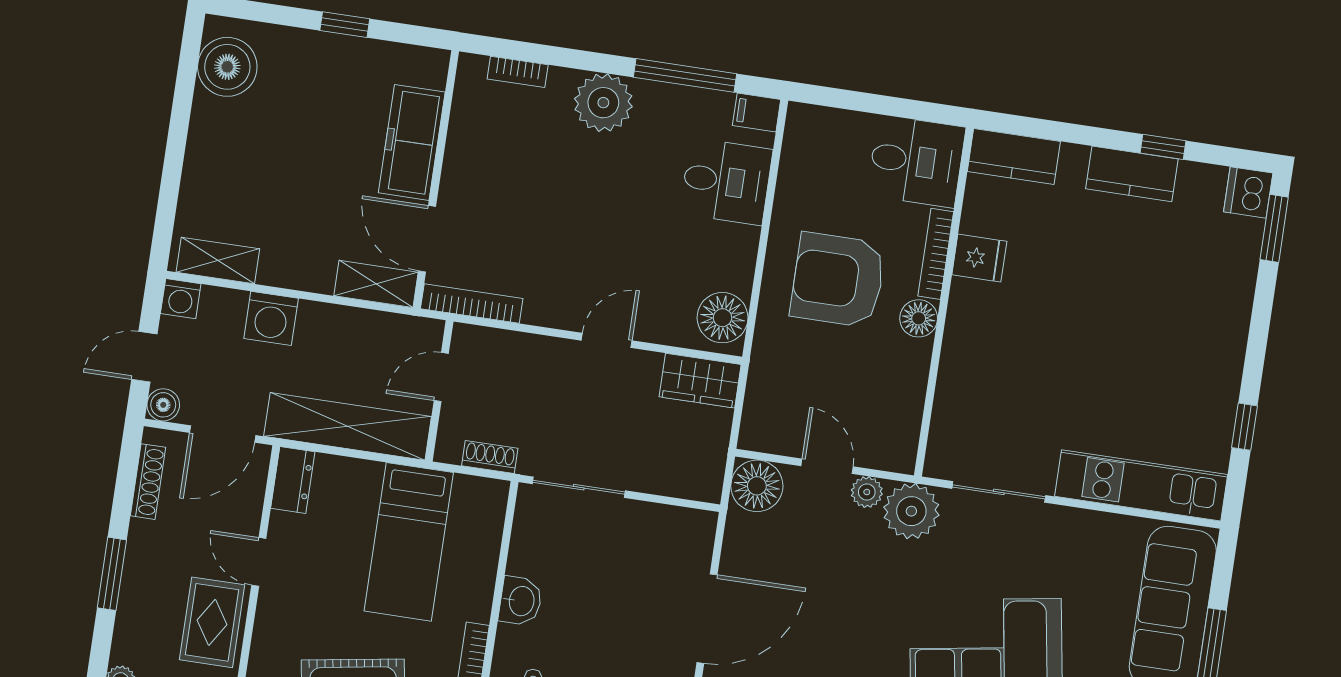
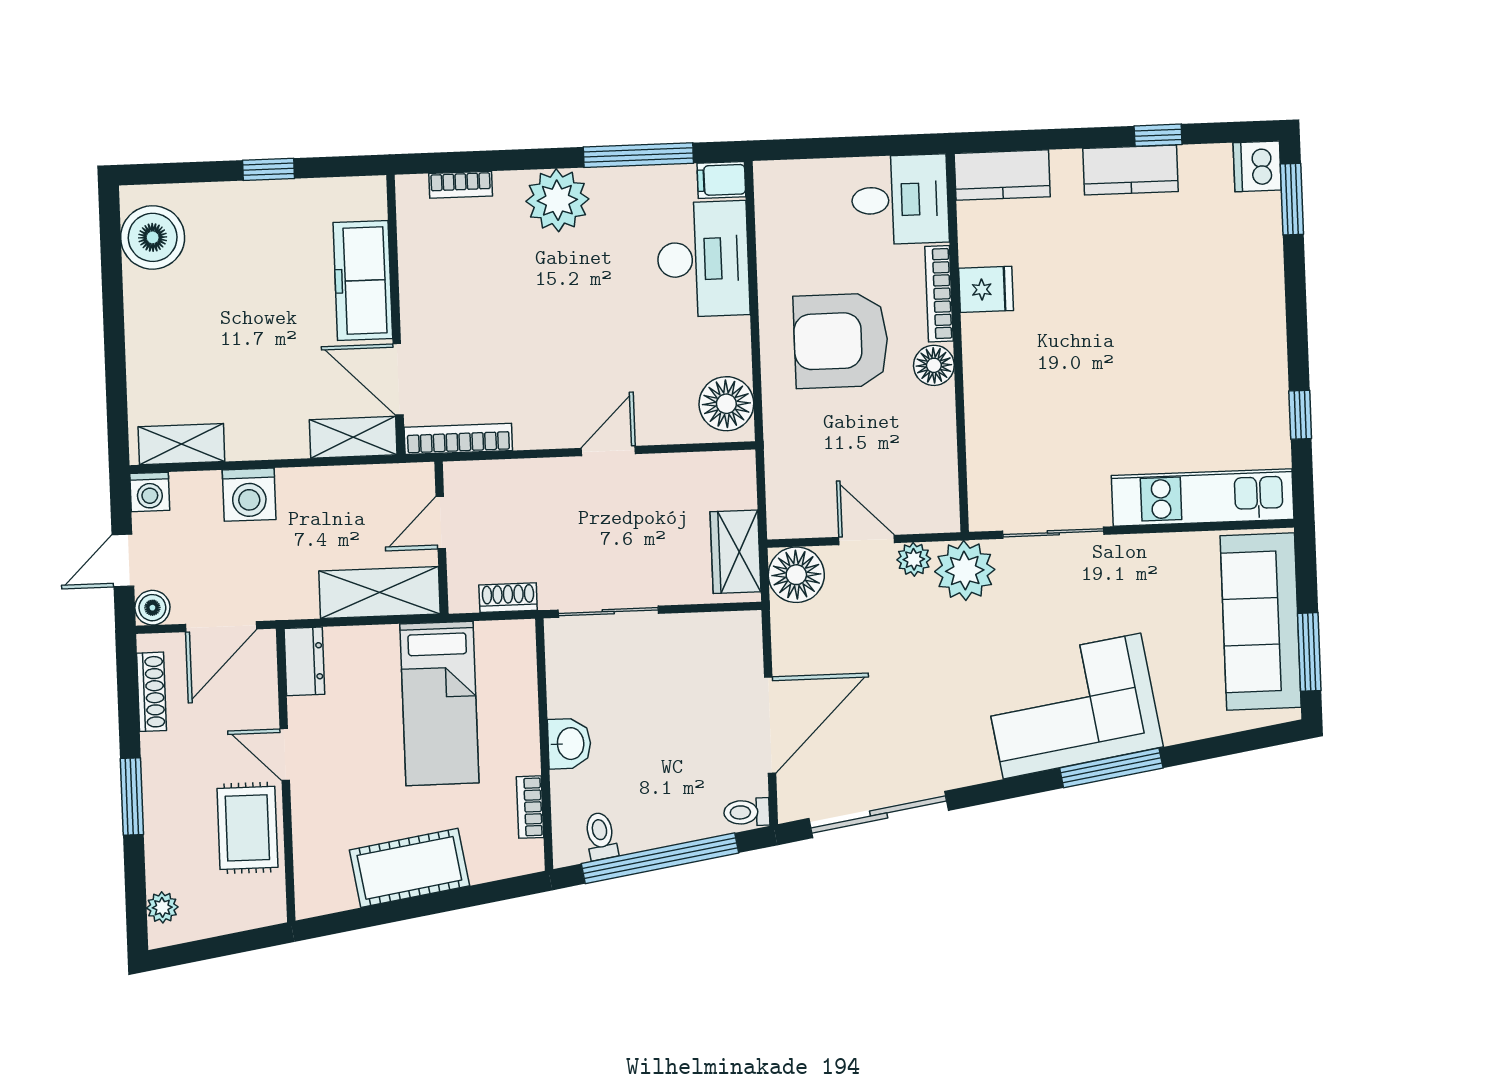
desk: (726, 181) -> (703, 259), width x1.37
wardrobe: (700, 381) -> (735, 552), moved, turned 90
shelving: (348, 426) -> (380, 592), width x0.68

